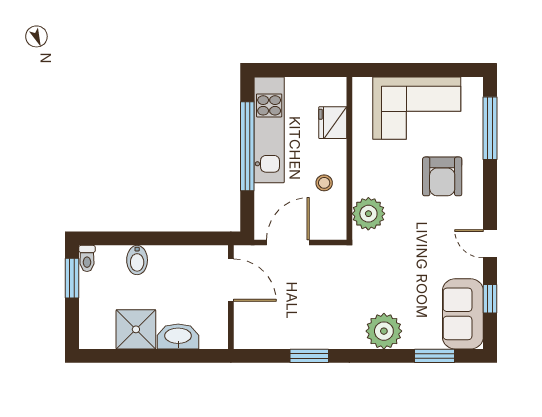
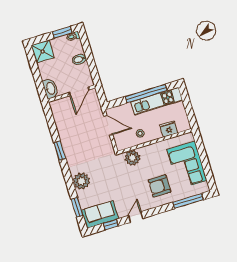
door: (231, 280) -> (79, 91), moved
wall: (231, 297) -> (71, 94), moved
shower: (136, 329) -> (43, 51), moved

